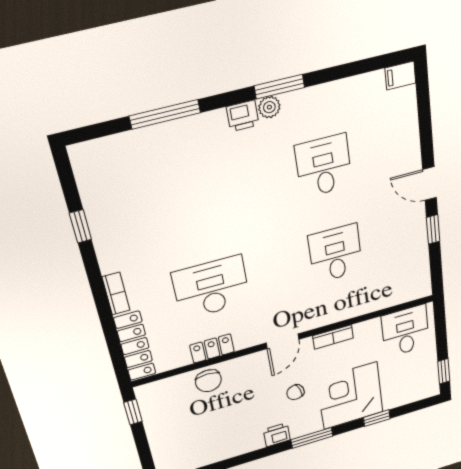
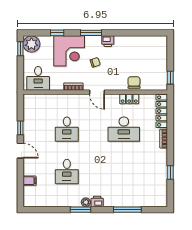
filing cabinet: (400, 76) -> (30, 181), moved
door: (283, 341) -> (97, 92), swing flipped
plant: (424, 385) -> (31, 44), added

